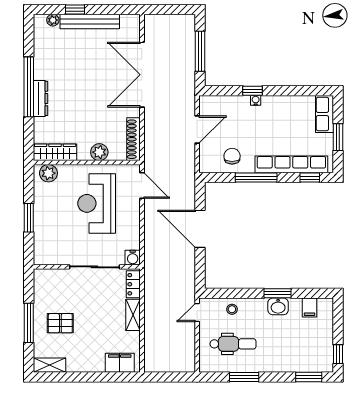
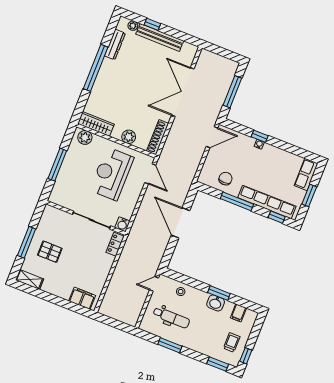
dresser: (40, 98) -> (115, 45), moved
door: (197, 130) -> (212, 137), moved
window: (29, 218) -> (57, 165), width x1.44
shelving: (133, 315) -> (106, 267), removed
trolley: (315, 345) -> (232, 342), added

